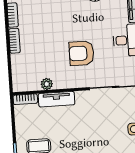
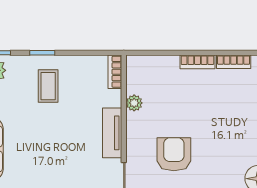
tv unit: (57, 99) -> (112, 133), moved

